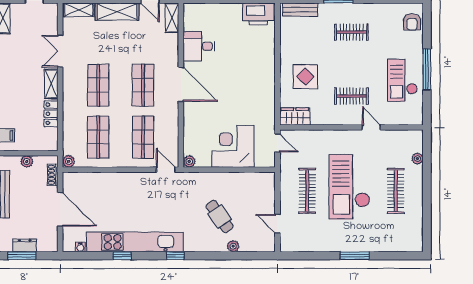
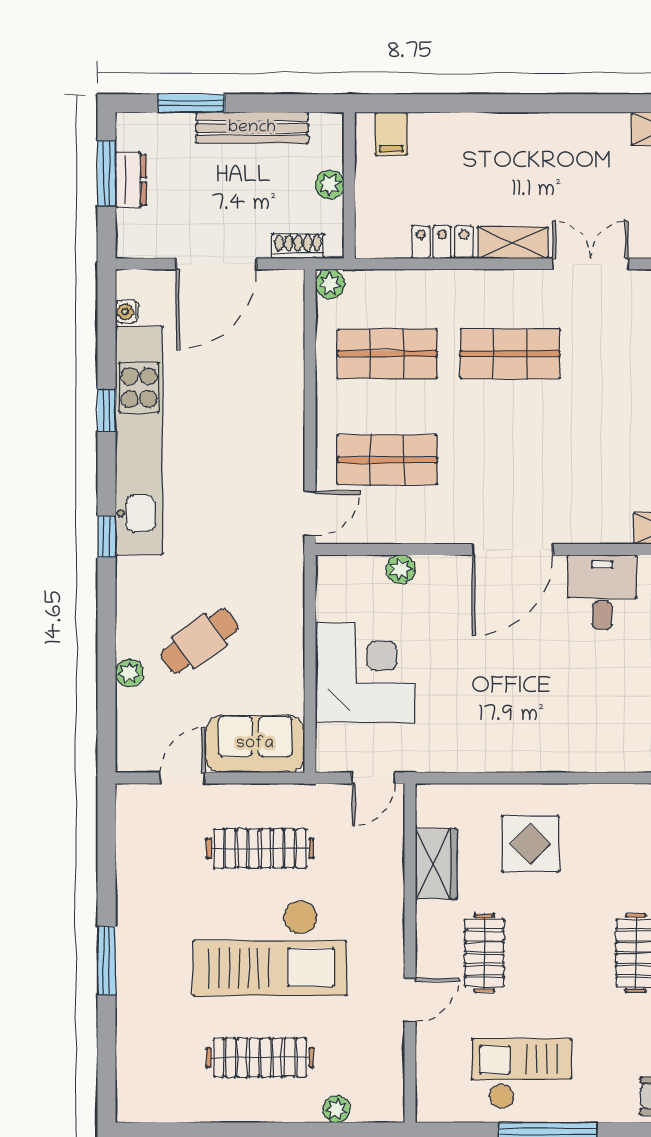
shop shelf: (143, 85) -> (510, 460), removed
wardrobe: (295, 117) -> (436, 864), moved
plant: (189, 161) -> (401, 569), moved
checkout: (349, 187) -> (270, 948), turned 180
sofa: (263, 193) -> (255, 744), added

